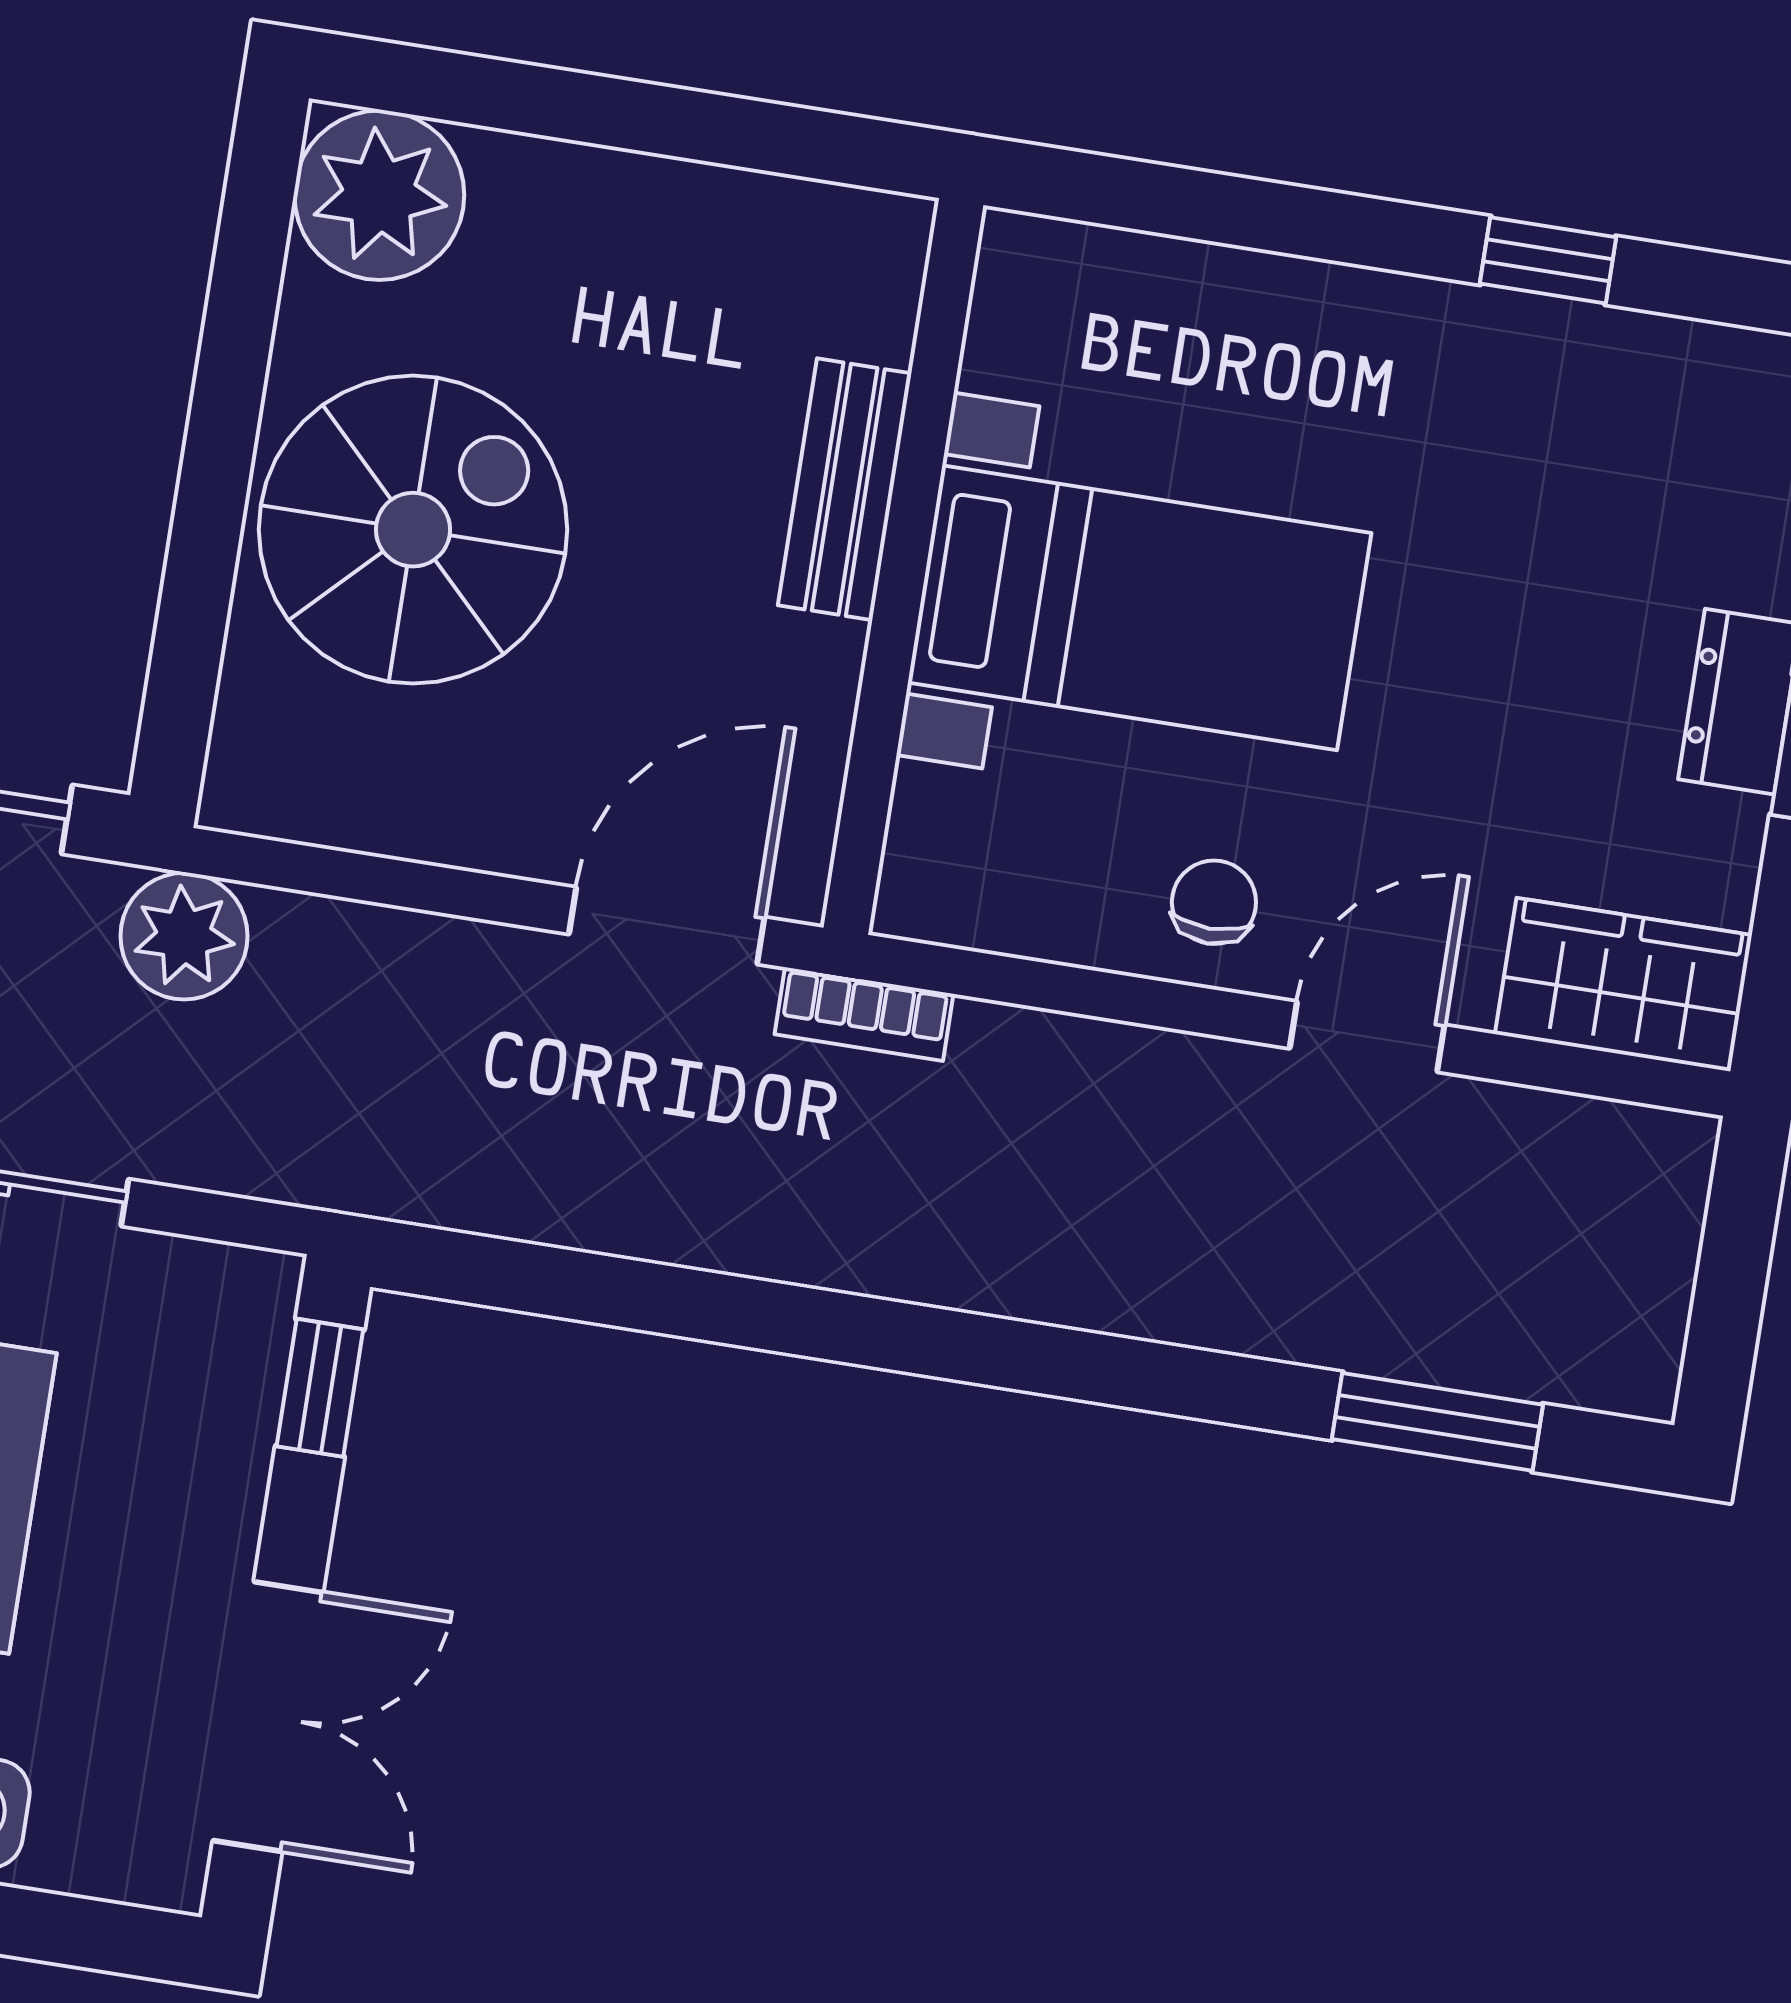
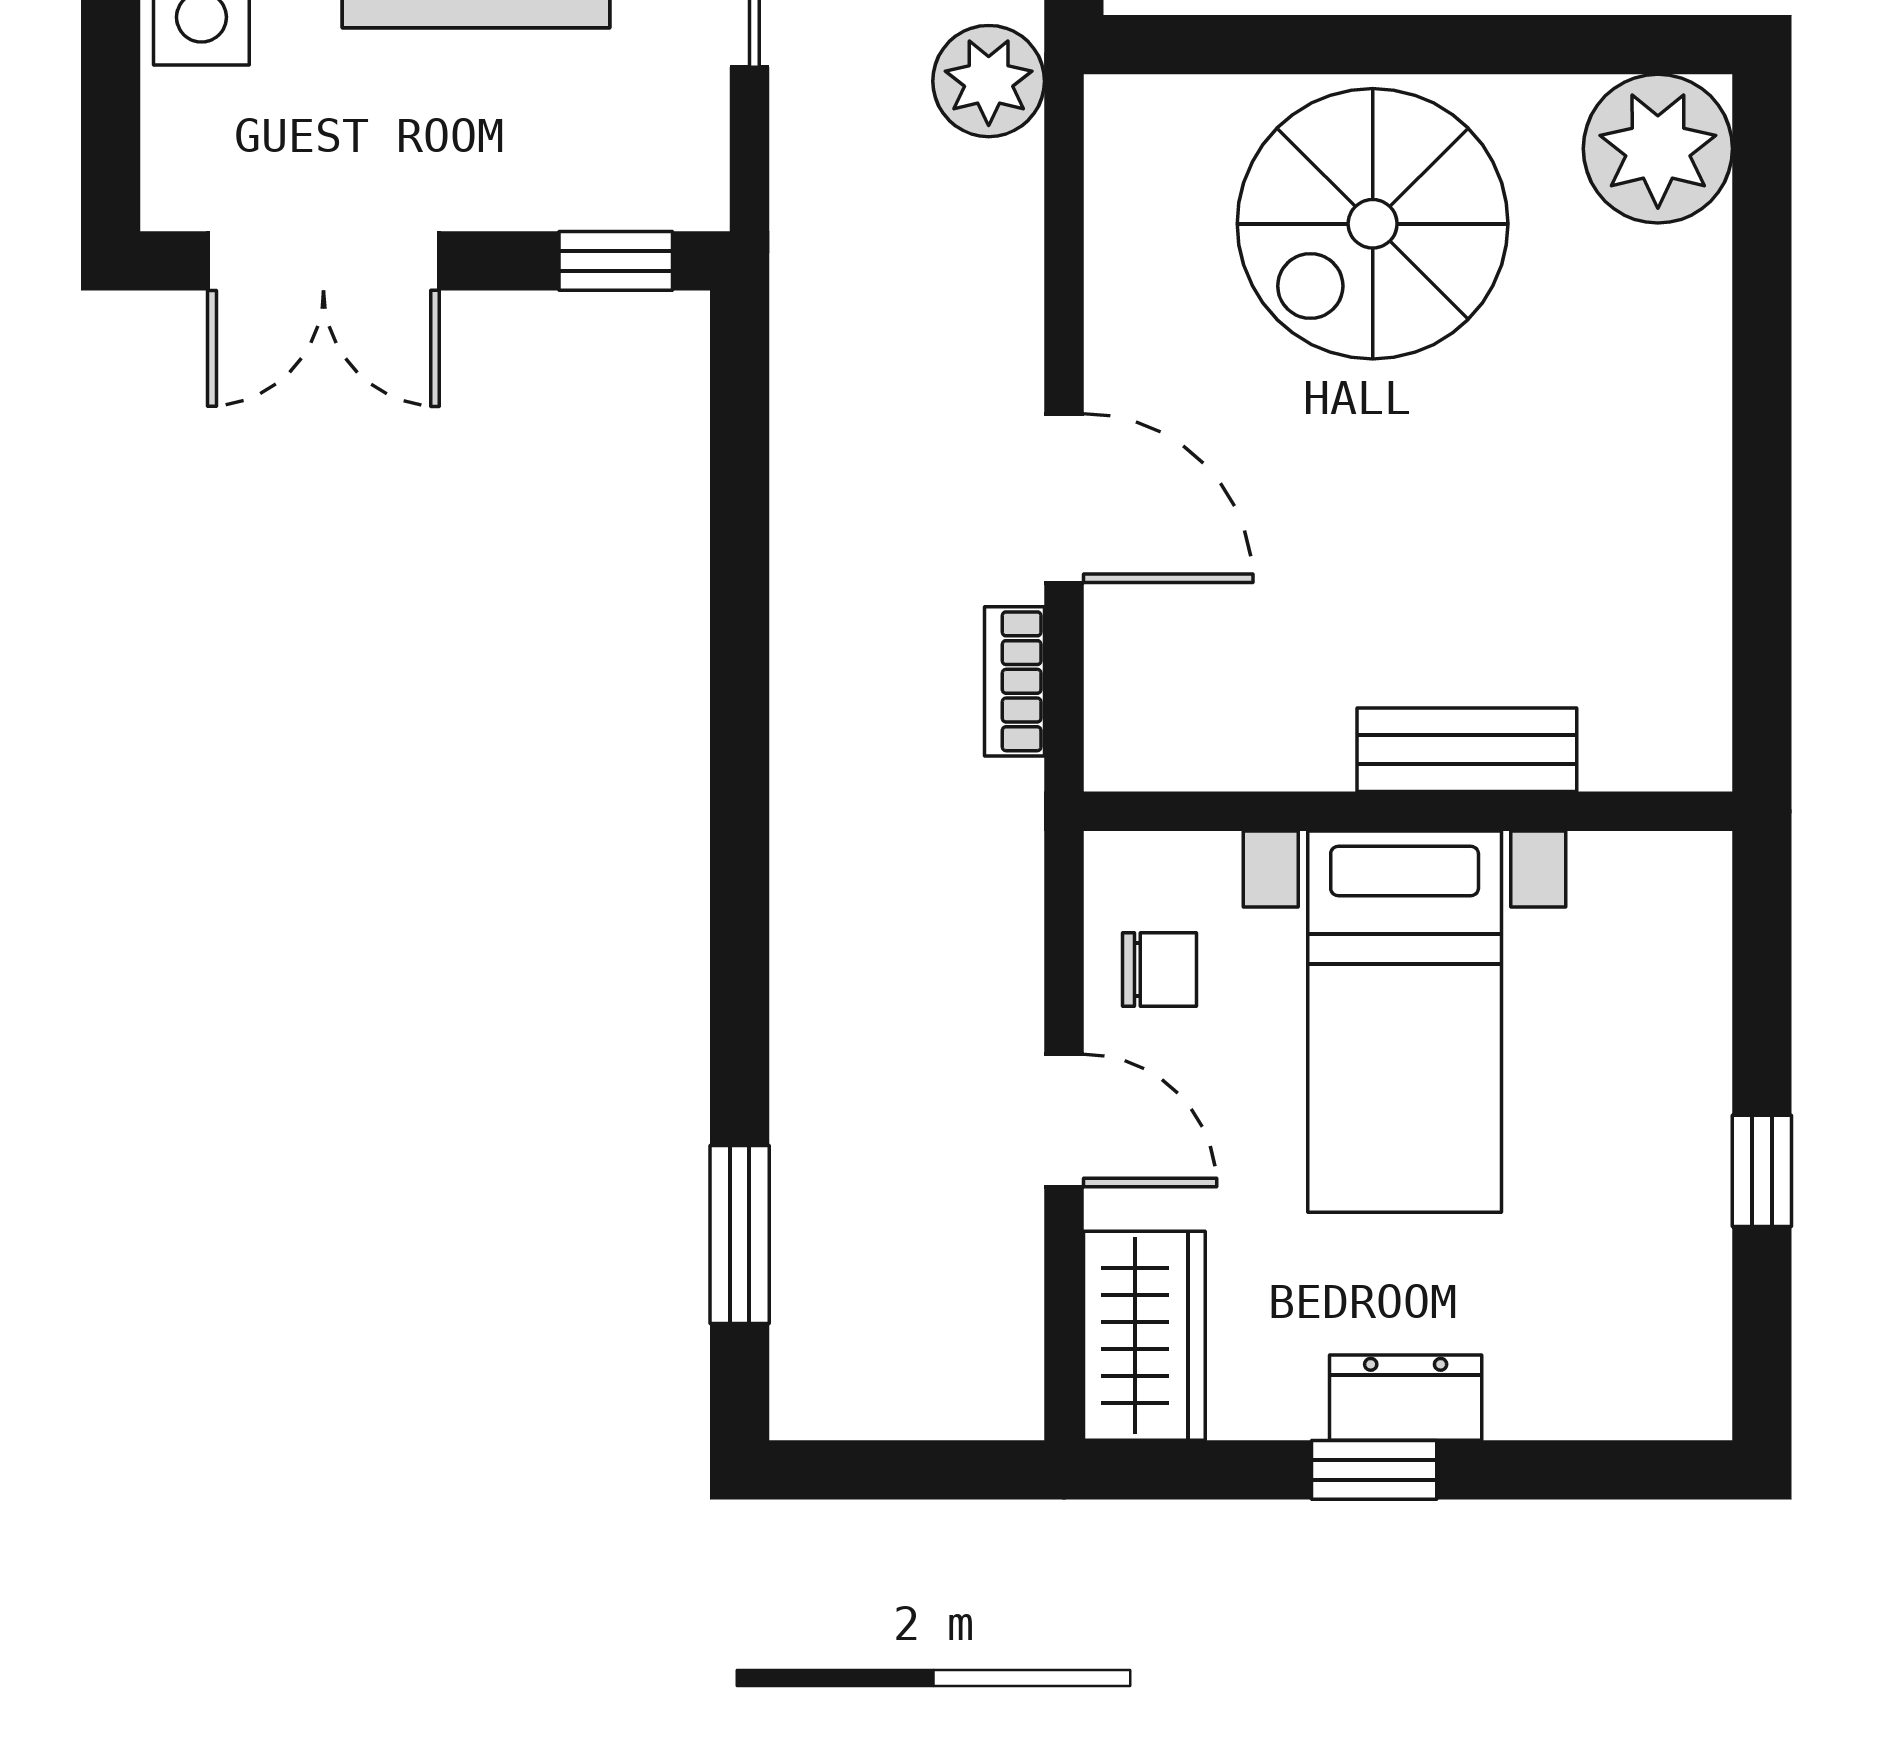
bench: (845, 489) -> (1467, 750), moved
spiral stairs: (413, 530) -> (1373, 224), turned 90
wall: (903, 566) -> (1408, 811), moved
bed with nightstands: (1139, 608) -> (1405, 1022), moved

